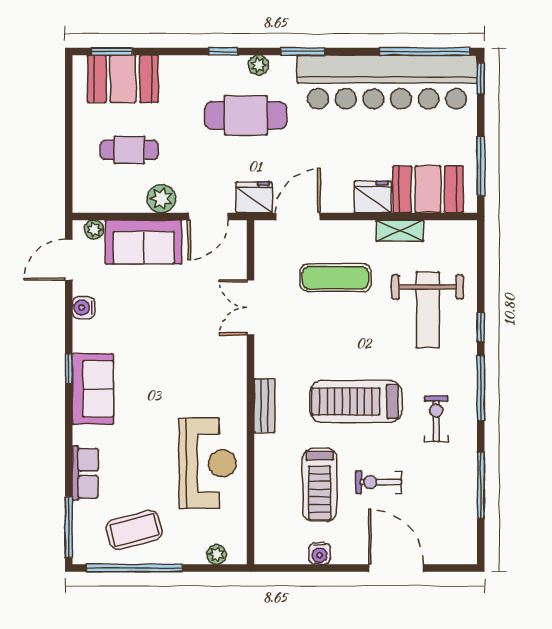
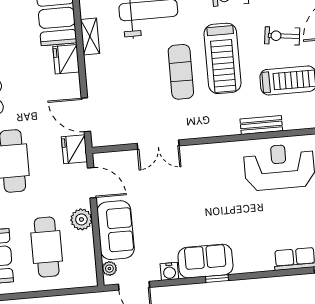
cafe table: (129, 150) -> (47, 247), width x1.37, depth x1.35
exercise mat: (335, 278) -> (181, 72), moved
sofa: (93, 389) -> (205, 261), moved
bench: (264, 406) -> (261, 125), moved
exercise bike: (379, 482) -> (282, 36), turned 97

